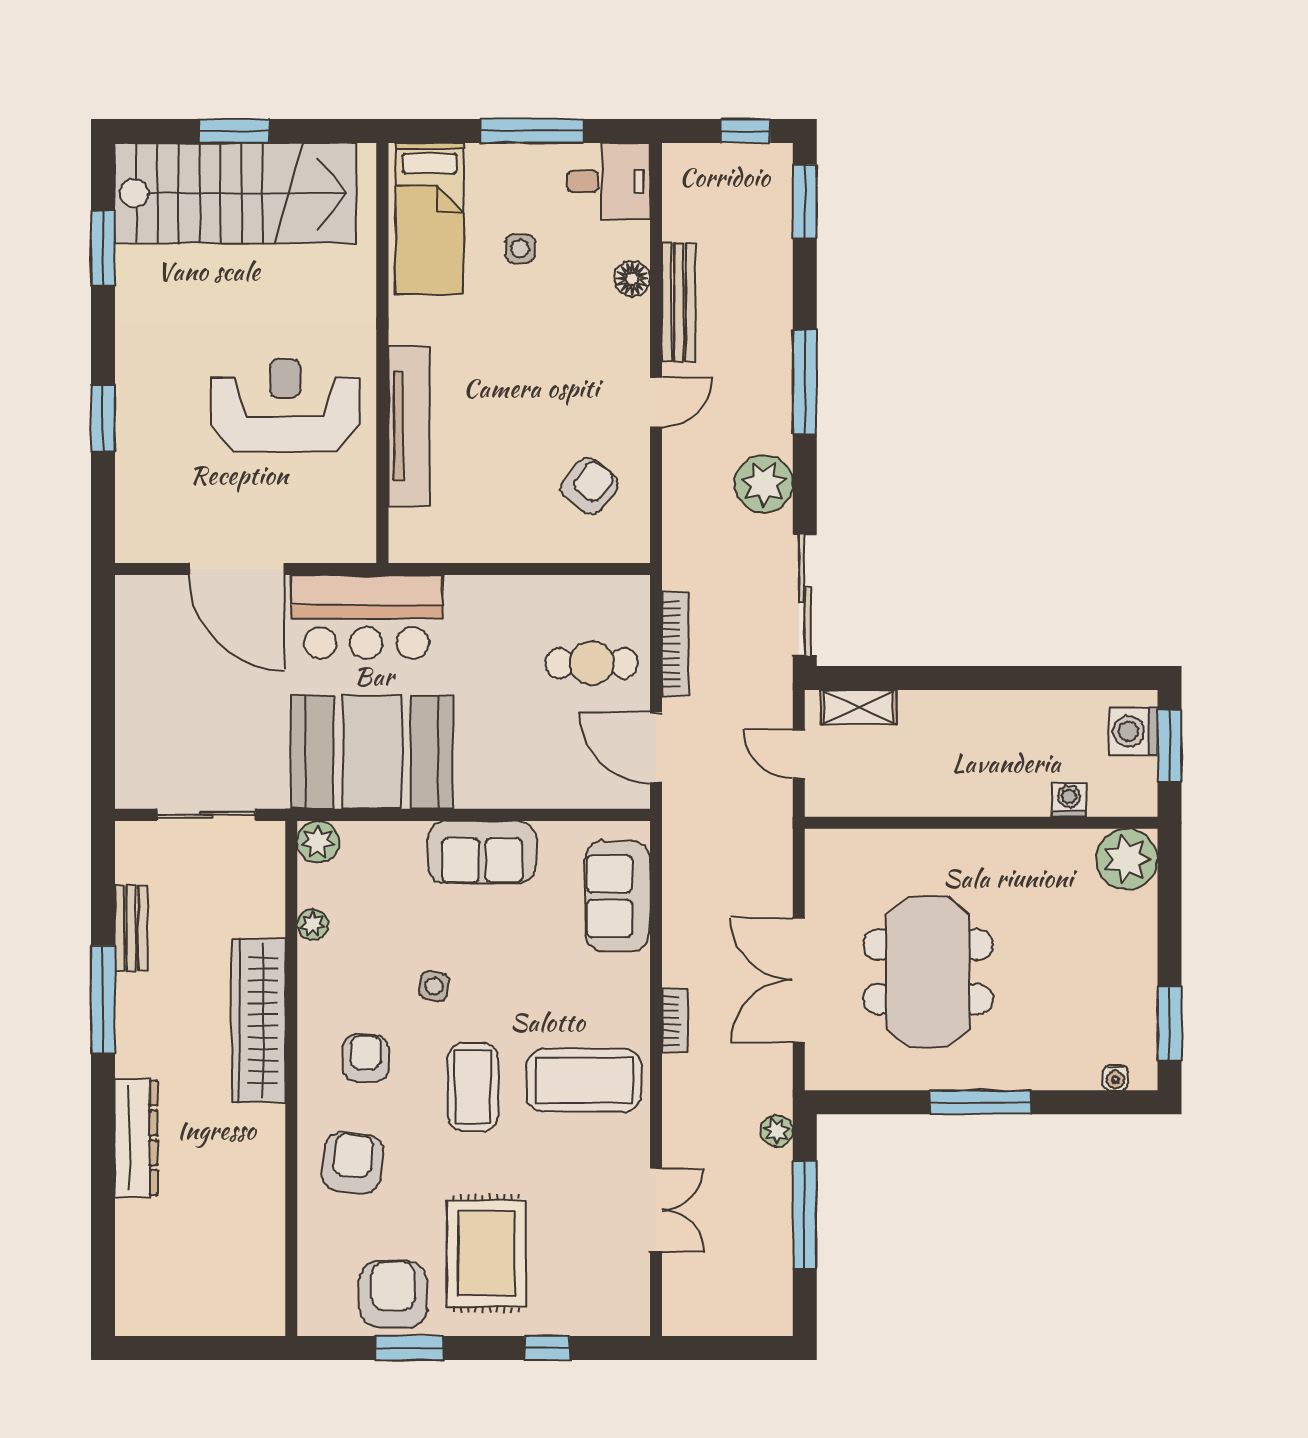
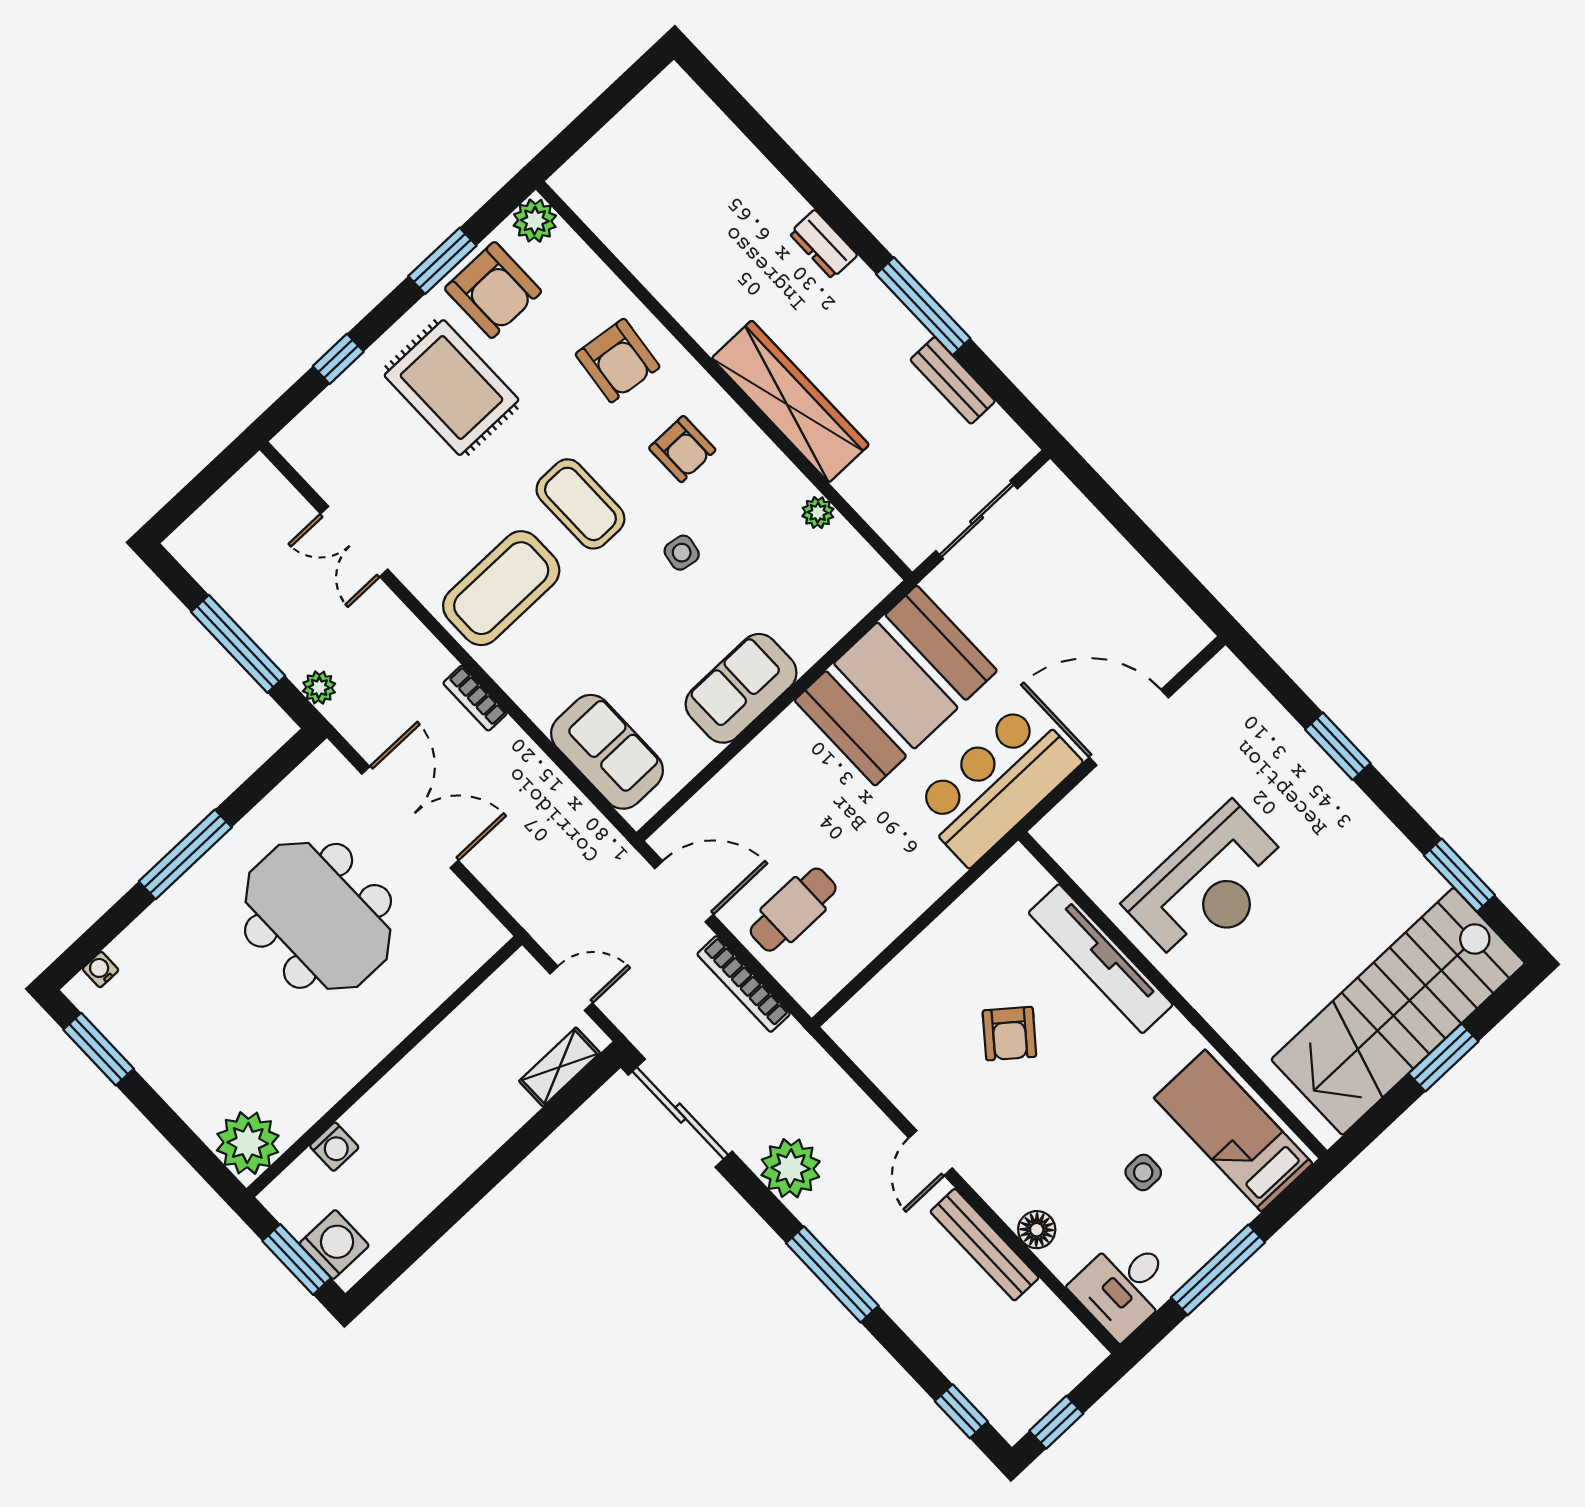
window: (805, 201) -> (961, 1411), width x0.67
armchair: (590, 486) -> (1009, 1034), moved
plant: (318, 842) -> (535, 221), moved
dresser: (136, 1138) -> (823, 244), width x0.51, depth x0.80

